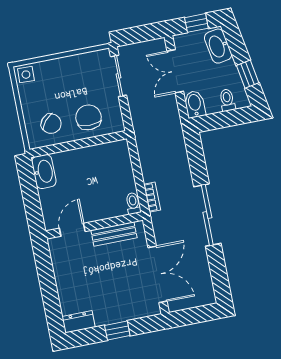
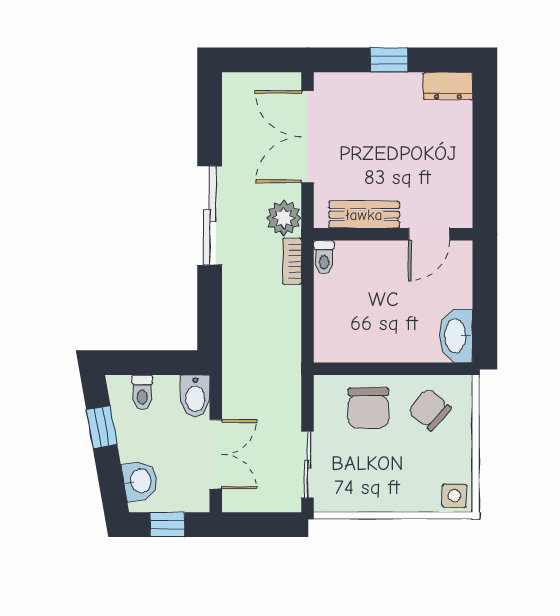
washbasin: (218, 46) -> (140, 481), width x0.72
plant: (162, 222) -> (284, 218), added

